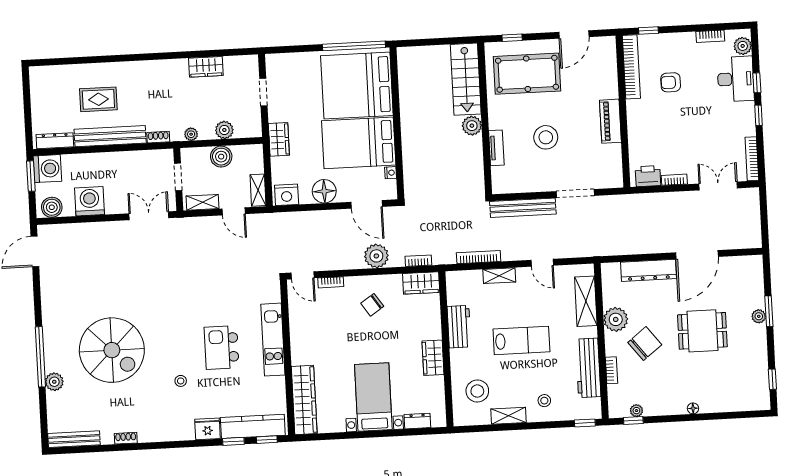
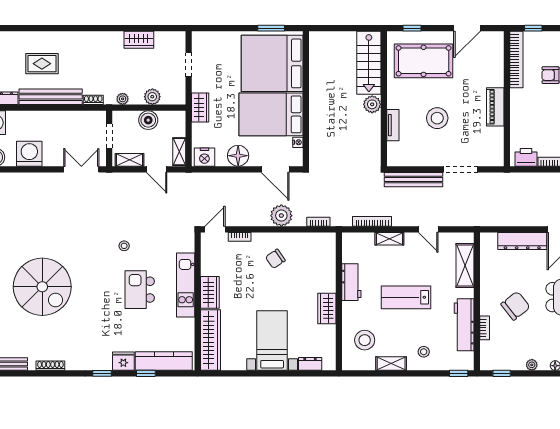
window: (354, 46) -> (271, 28), width x0.47
door: (303, 275) -> (215, 229), swing flipped
wardrobe: (421, 283) -> (210, 292), moved, turned -90
plant: (616, 319) -> (491, 283), removed
lab bench: (521, 340) -> (406, 297), turned 180
stool: (181, 381) -> (124, 246), moved
plant: (636, 411) -> (532, 365), moved
shoe rack: (126, 438) -> (50, 366), width x1.43
window: (267, 440) -> (102, 373), moved

